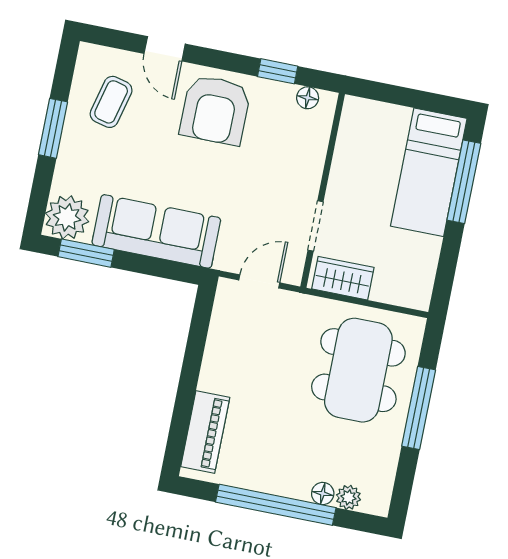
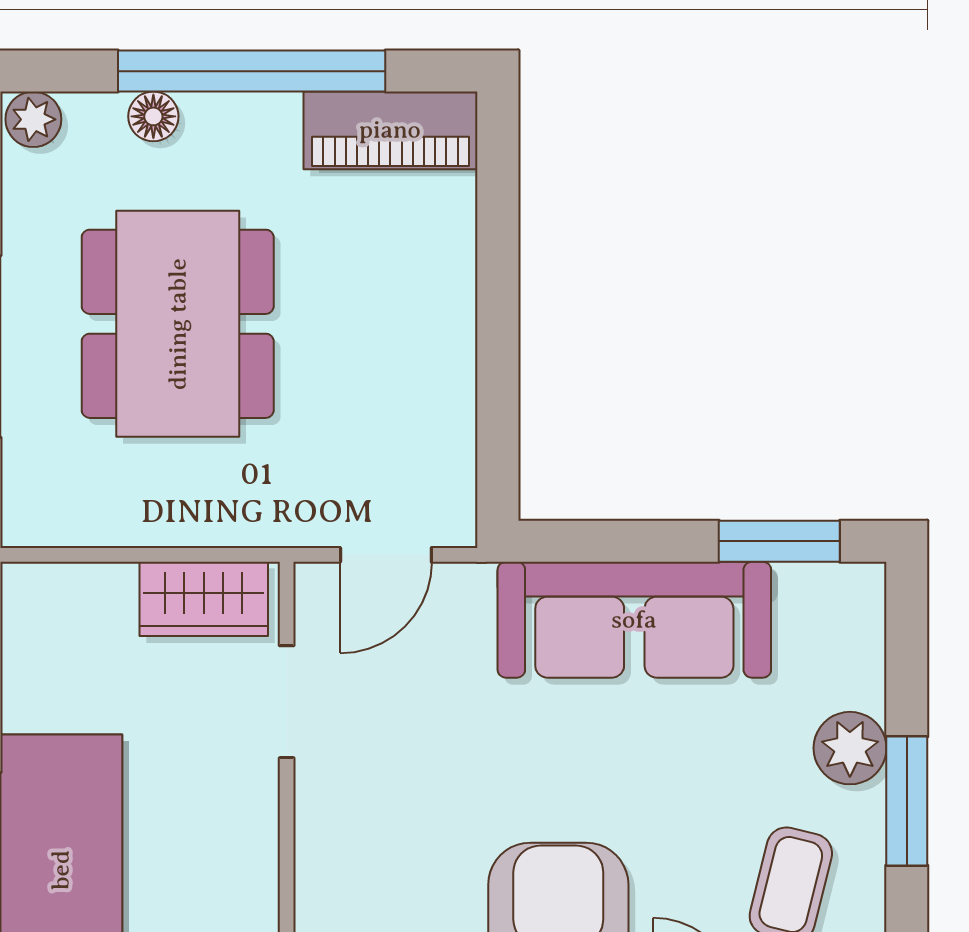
plant: (67, 217) -> (850, 748), moved, width x0.73, depth x0.73
dining table: (358, 370) -> (178, 324), moved
piano: (205, 432) -> (390, 130), moved, turned -90
plant: (348, 497) -> (33, 119), moved

